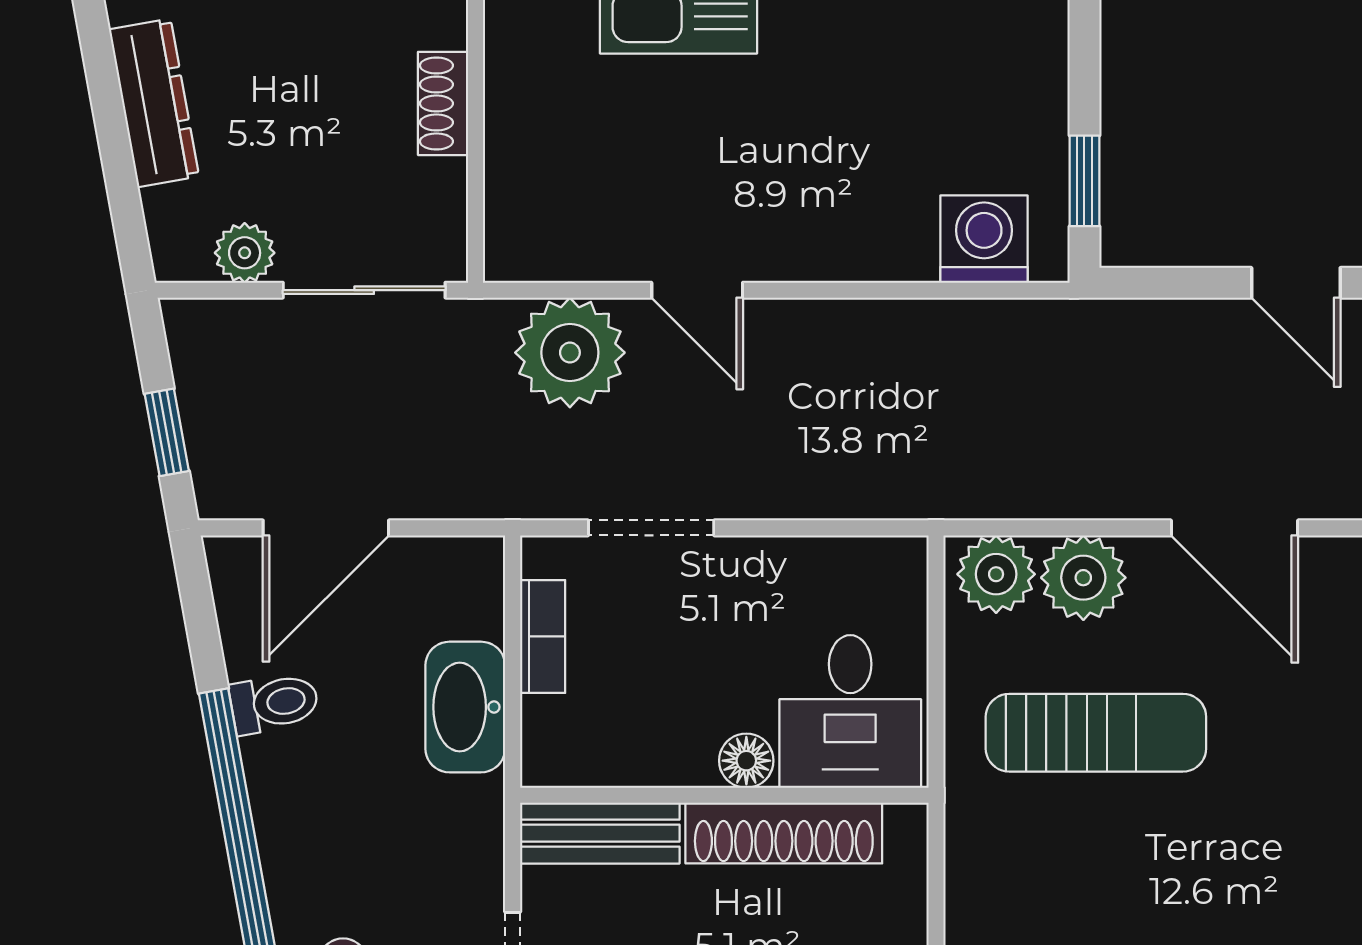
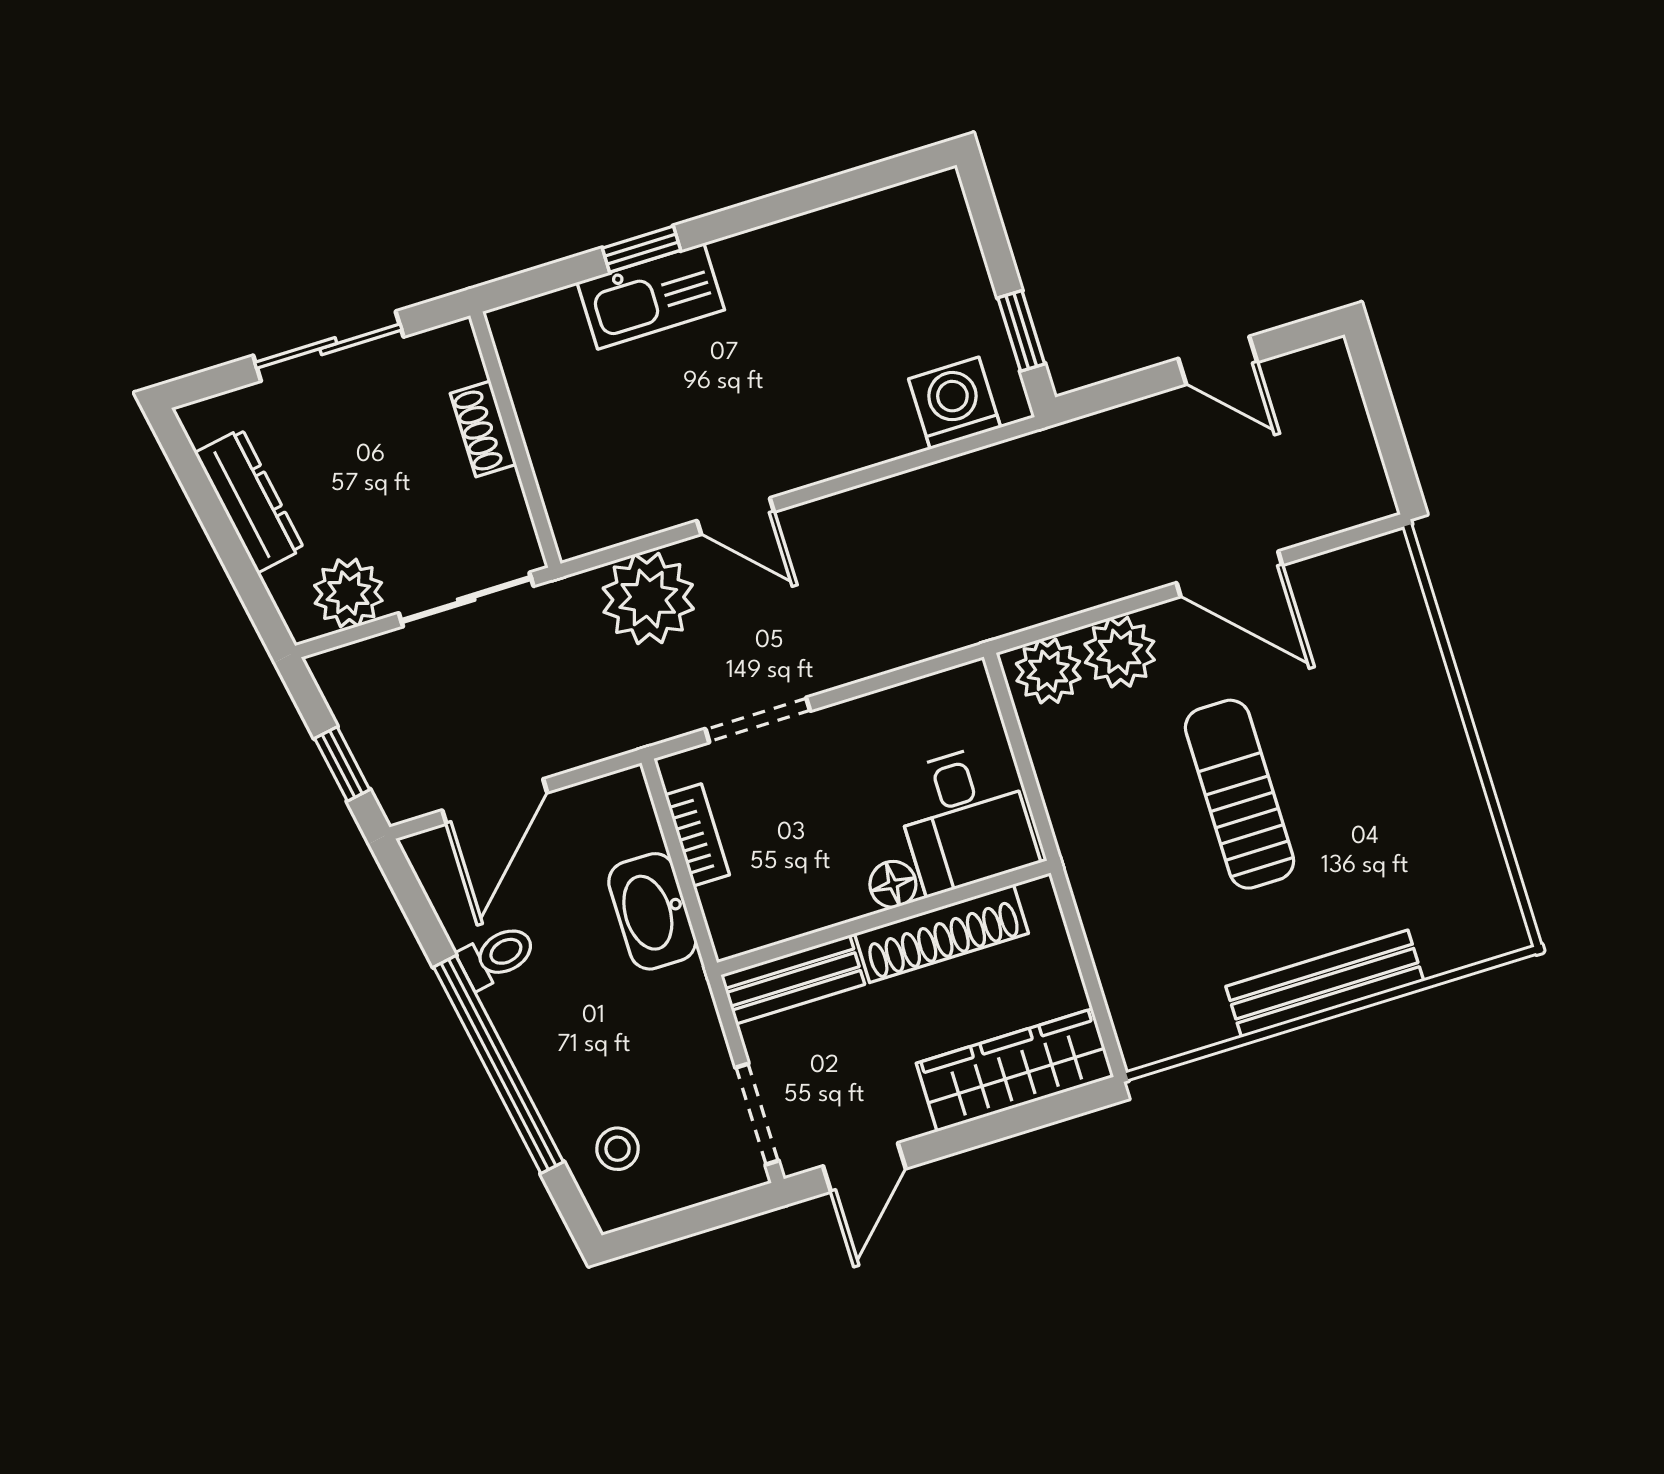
plant: (245, 253) -> (348, 593), width x1.38, depth x1.38
sun lounger: (1096, 733) -> (1240, 794), moved, turned -90

